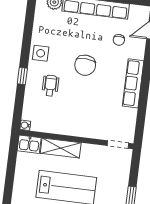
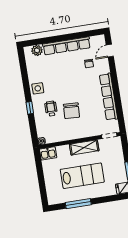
chair: (85, 65) -> (71, 111), moved
row of seats: (133, 83) -> (109, 97), width x1.36
shelving: (61, 148) -> (84, 147), moved

